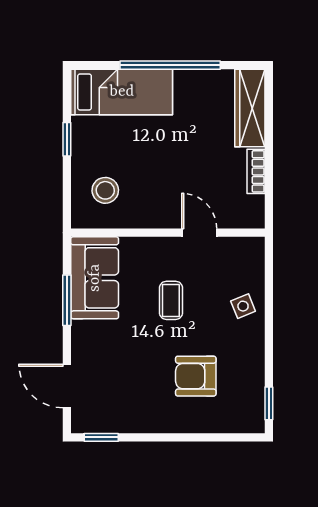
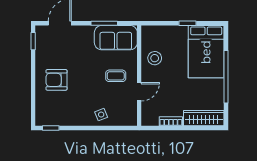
bed: (122, 92) -> (206, 52), width x1.50
stool: (105, 190) -> (155, 58), moved
coffee table: (171, 300) -> (116, 76), moved
armchair: (196, 376) -> (56, 80), moved, turned -90

